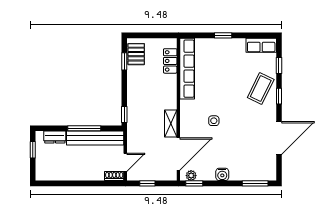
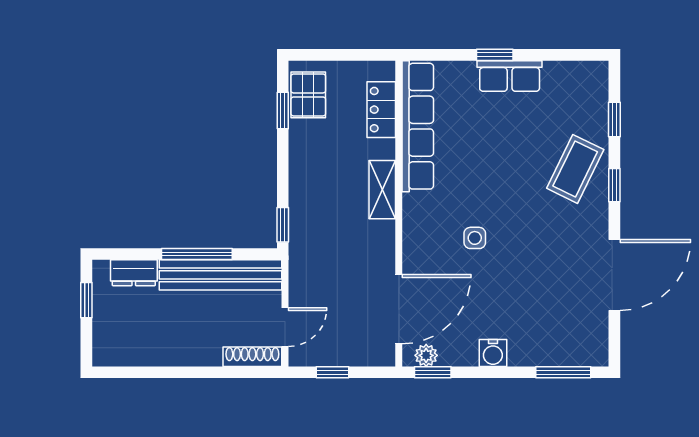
row of seats: (261, 45) -> (510, 76), moved
shelving: (171, 124) -> (382, 190), moved
shoe rack: (114, 176) -> (252, 357), width x1.43

